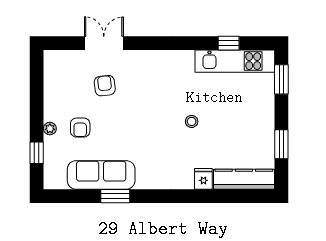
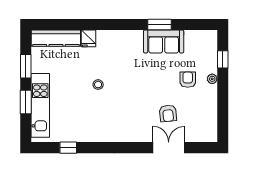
double door: (104, 43) -> (169, 148), swing flipped
kitchen unit: (235, 61) -> (40, 105), moved, turned 90
window: (281, 79) -> (26, 102), moved
sofa: (101, 175) -> (164, 42), width x0.73

